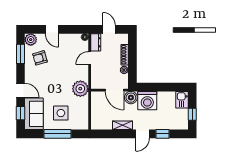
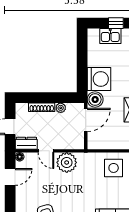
door: (52, 29) -> (10, 177), moved
plant: (80, 89) -> (67, 162), moved
kitchen sink: (182, 100) -> (110, 36), moved
side table: (61, 113) -> (114, 168), moved

